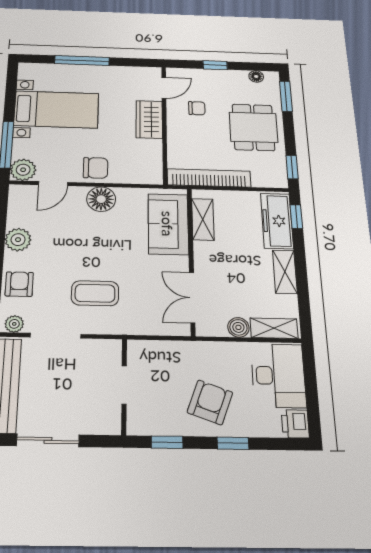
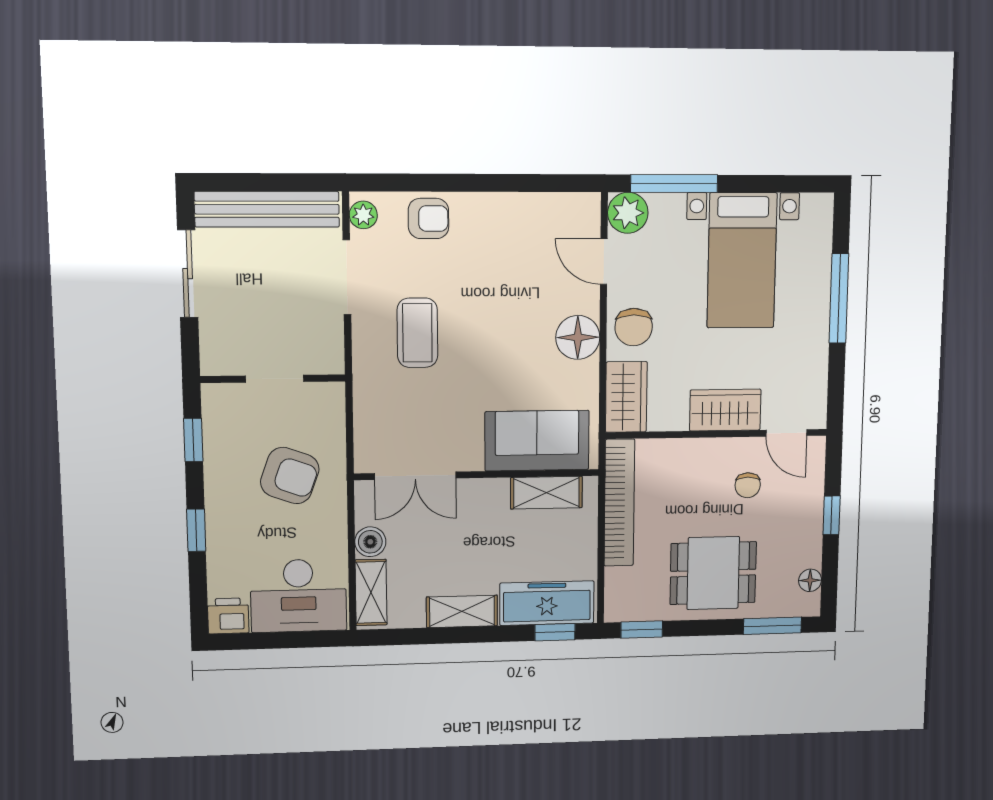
wardrobe: (140, 173) -> (626, 397), added
plant: (18, 240) -> (504, 212), removed
double door: (192, 298) -> (415, 476), swing flipped
armchair: (210, 402) -> (290, 476), moved

